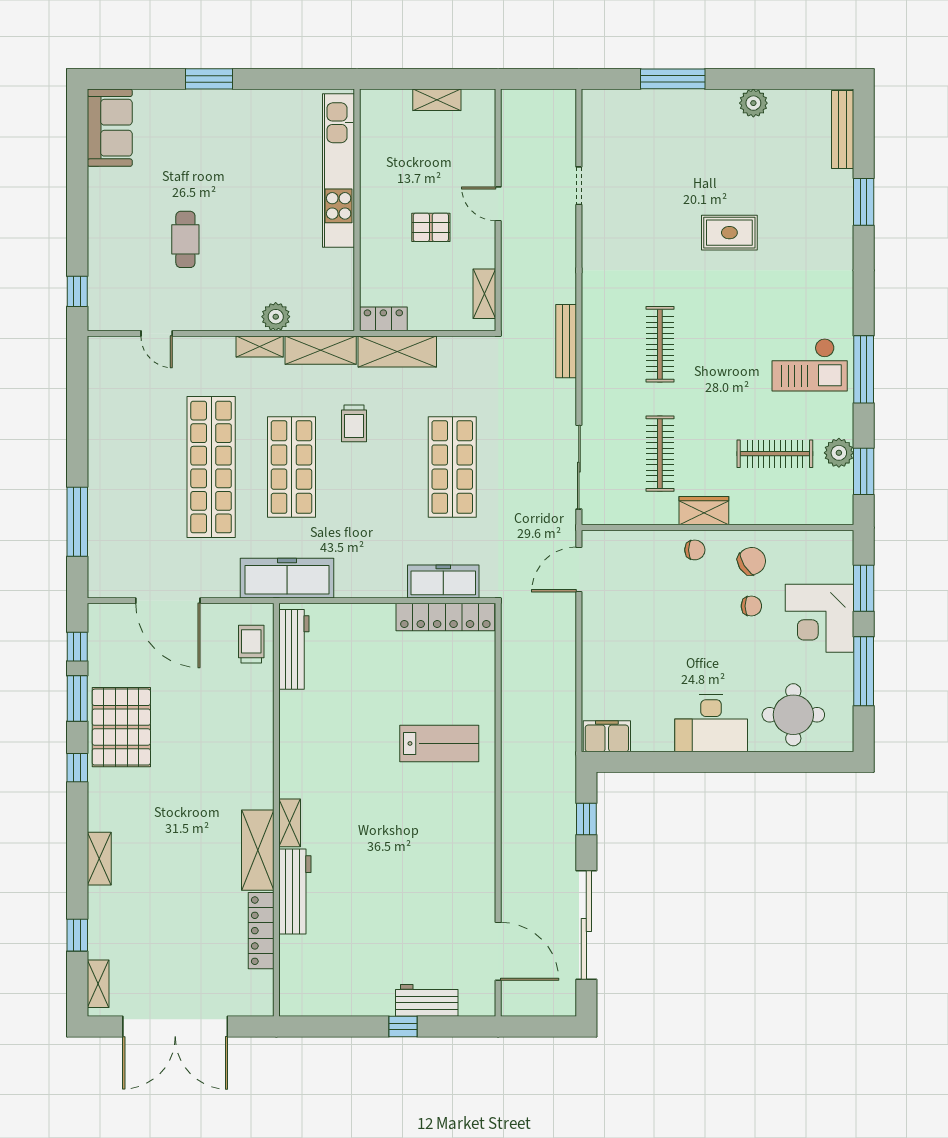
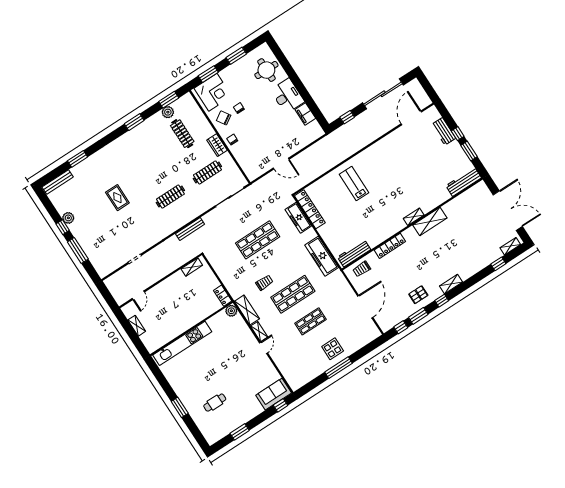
window: (742, 79) -> (63, 227), added
sofa: (110, 128) -> (274, 394), moved
window: (77, 170) -> (240, 432), added
door: (498, 204) -> (138, 295), moved
pallet: (431, 227) -> (181, 300), removed
cafe table: (185, 239) -> (215, 403), moved
plant: (276, 317) -> (231, 311), moved
door: (157, 333) -> (263, 348), moved
shelving: (397, 352) -> (231, 284), removed
checkout: (810, 365) -> (144, 141), removed
window: (864, 369) -> (134, 122), width x0.69
shop shelf: (211, 467) -> (311, 321), width x0.50, depth x0.74
display table: (125, 476) -> (333, 349), added
window: (77, 522) -> (339, 368), moved
door: (579, 570) -> (281, 164), moved
freezer: (287, 578) -> (322, 256), moved
corner desk: (819, 618) -> (213, 92), moved
window: (864, 671) -> (236, 56), width x0.69
pallet: (121, 727) -> (418, 295), width x0.49, depth x0.50
filing cabinet: (607, 736) -> (305, 114), moved
shelving: (99, 859) -> (451, 284), moved
workbench: (295, 891) -> (464, 182), moved
locker: (261, 931) -> (390, 246), moved
window: (351, 1027) -> (469, 151), added

